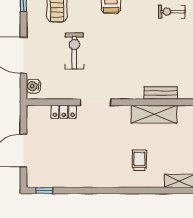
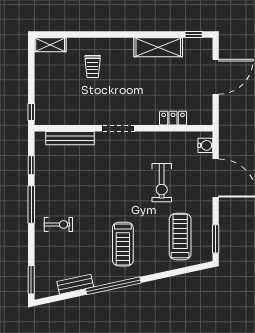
bench: (161, 93) -> (70, 138), width x1.36
doorway: (95, 102) -> (118, 128), moved
shelving: (154, 114) -> (158, 47), moved

